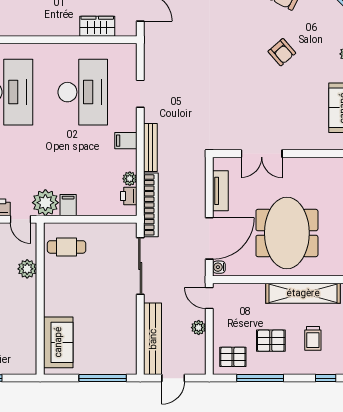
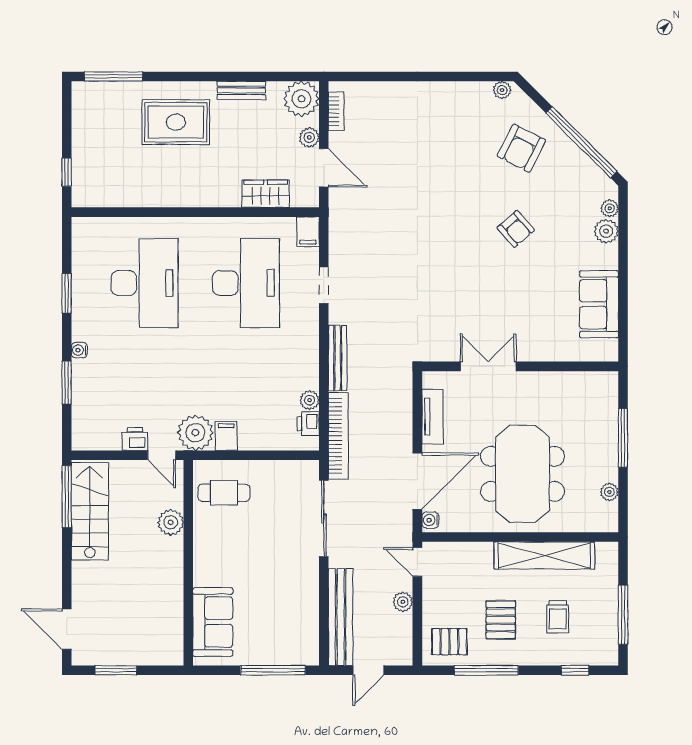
filing cabinet: (126, 141) -> (308, 232), moved, turned -90
double door: (262, 154) -> (488, 366), swing flipped
pallet: (271, 341) -> (501, 620), turned 90

